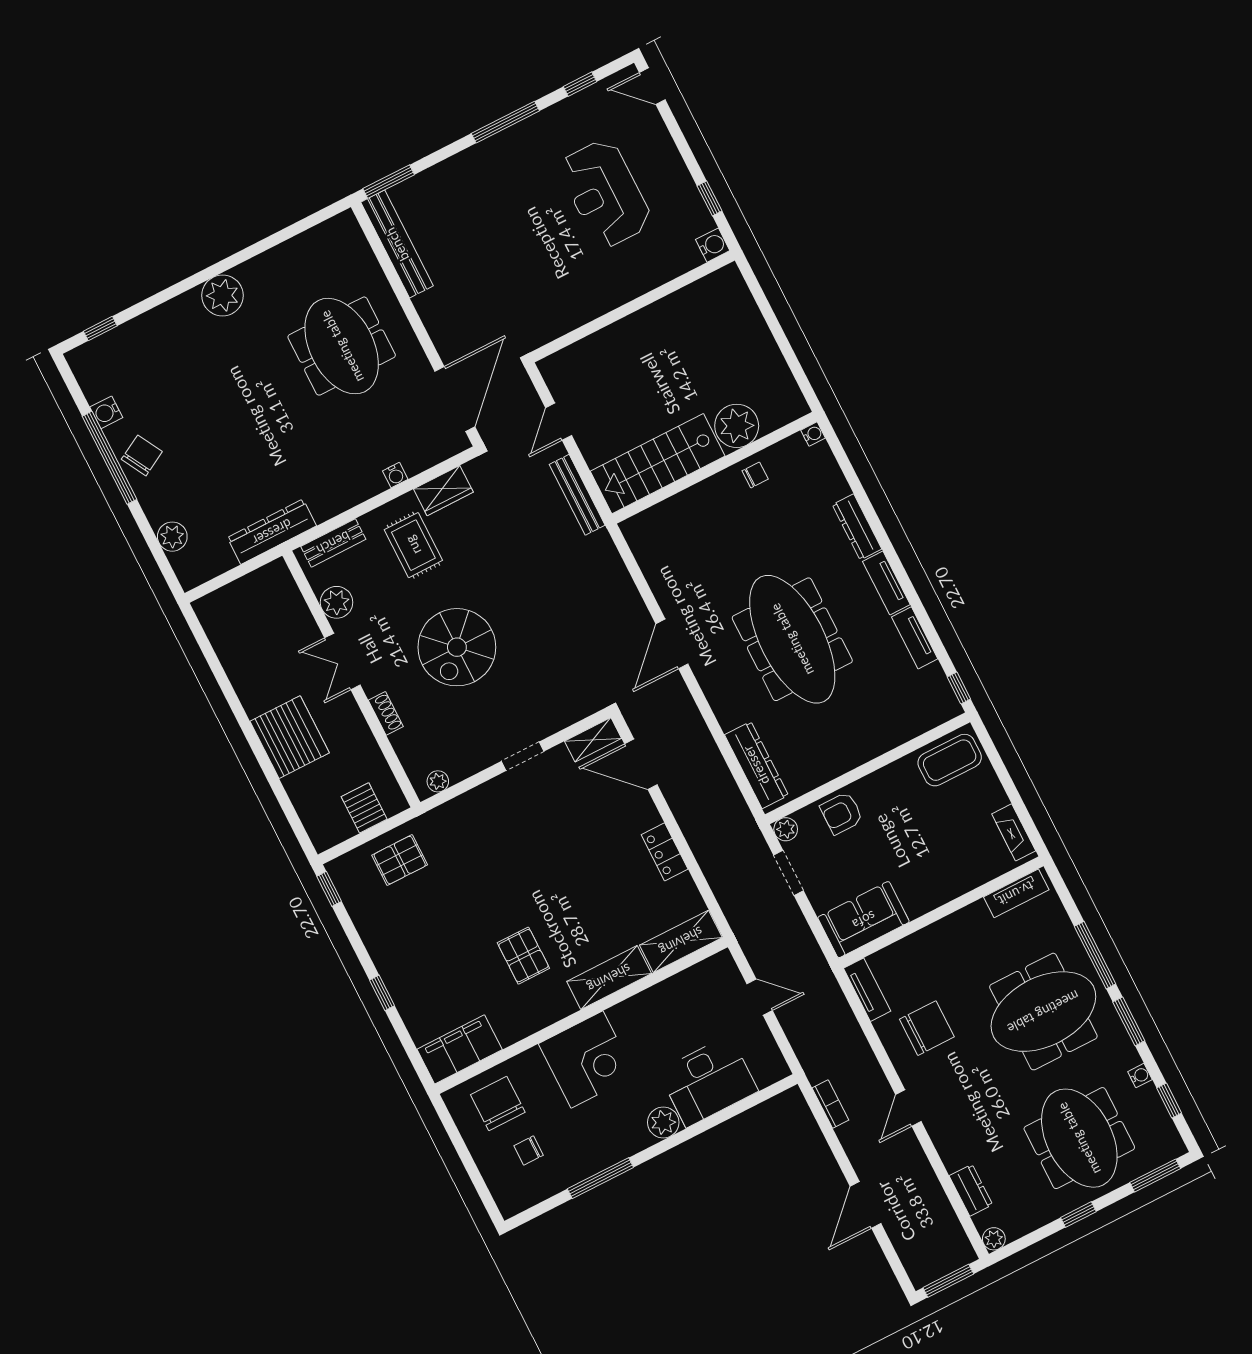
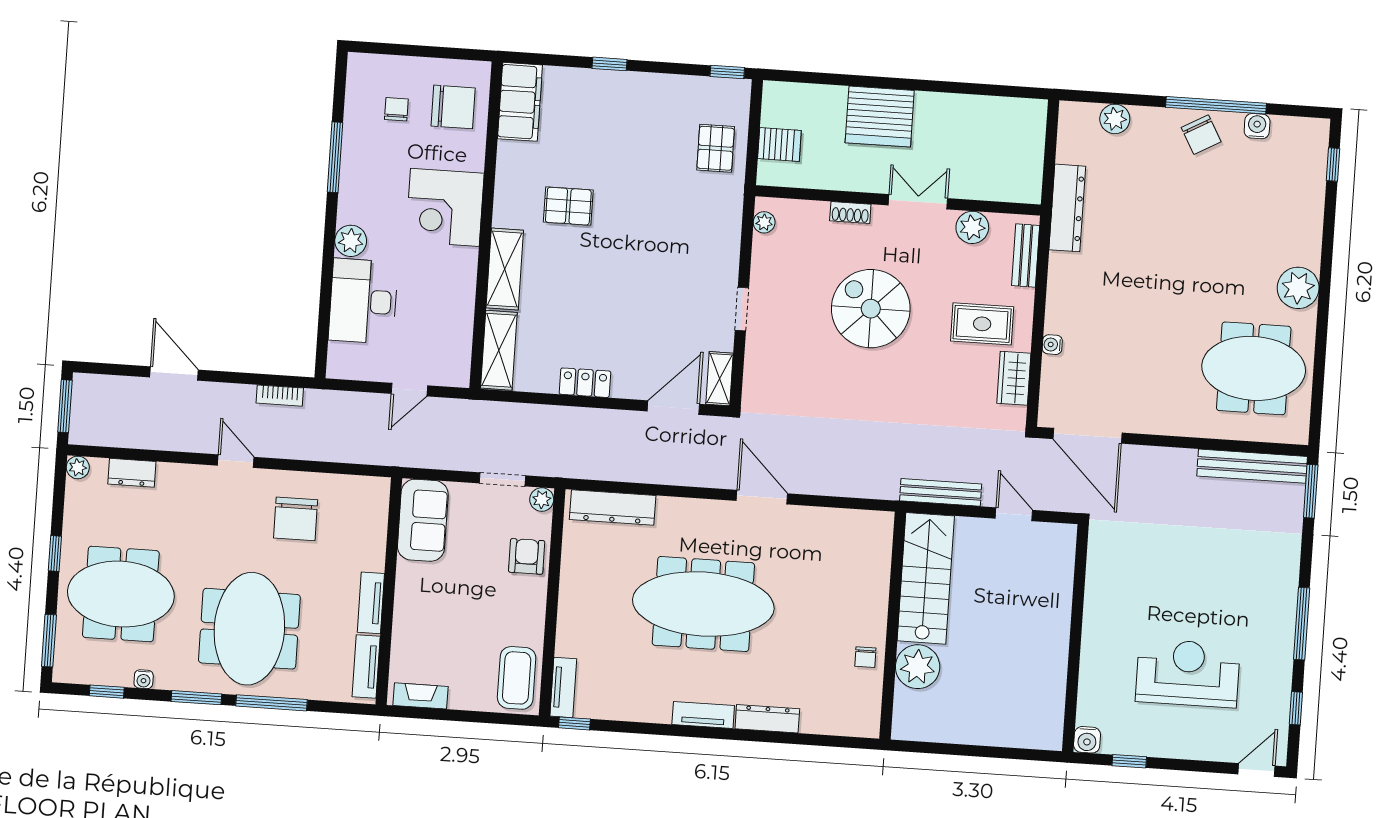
meeting table: (342, 346) -> (1254, 368), moved
water cooler: (813, 434) -> (871, 729), removed
tv unit: (915, 638) -> (563, 687), moved, turned 90
tv unit: (867, 990) -> (371, 603), moved, turned 90

